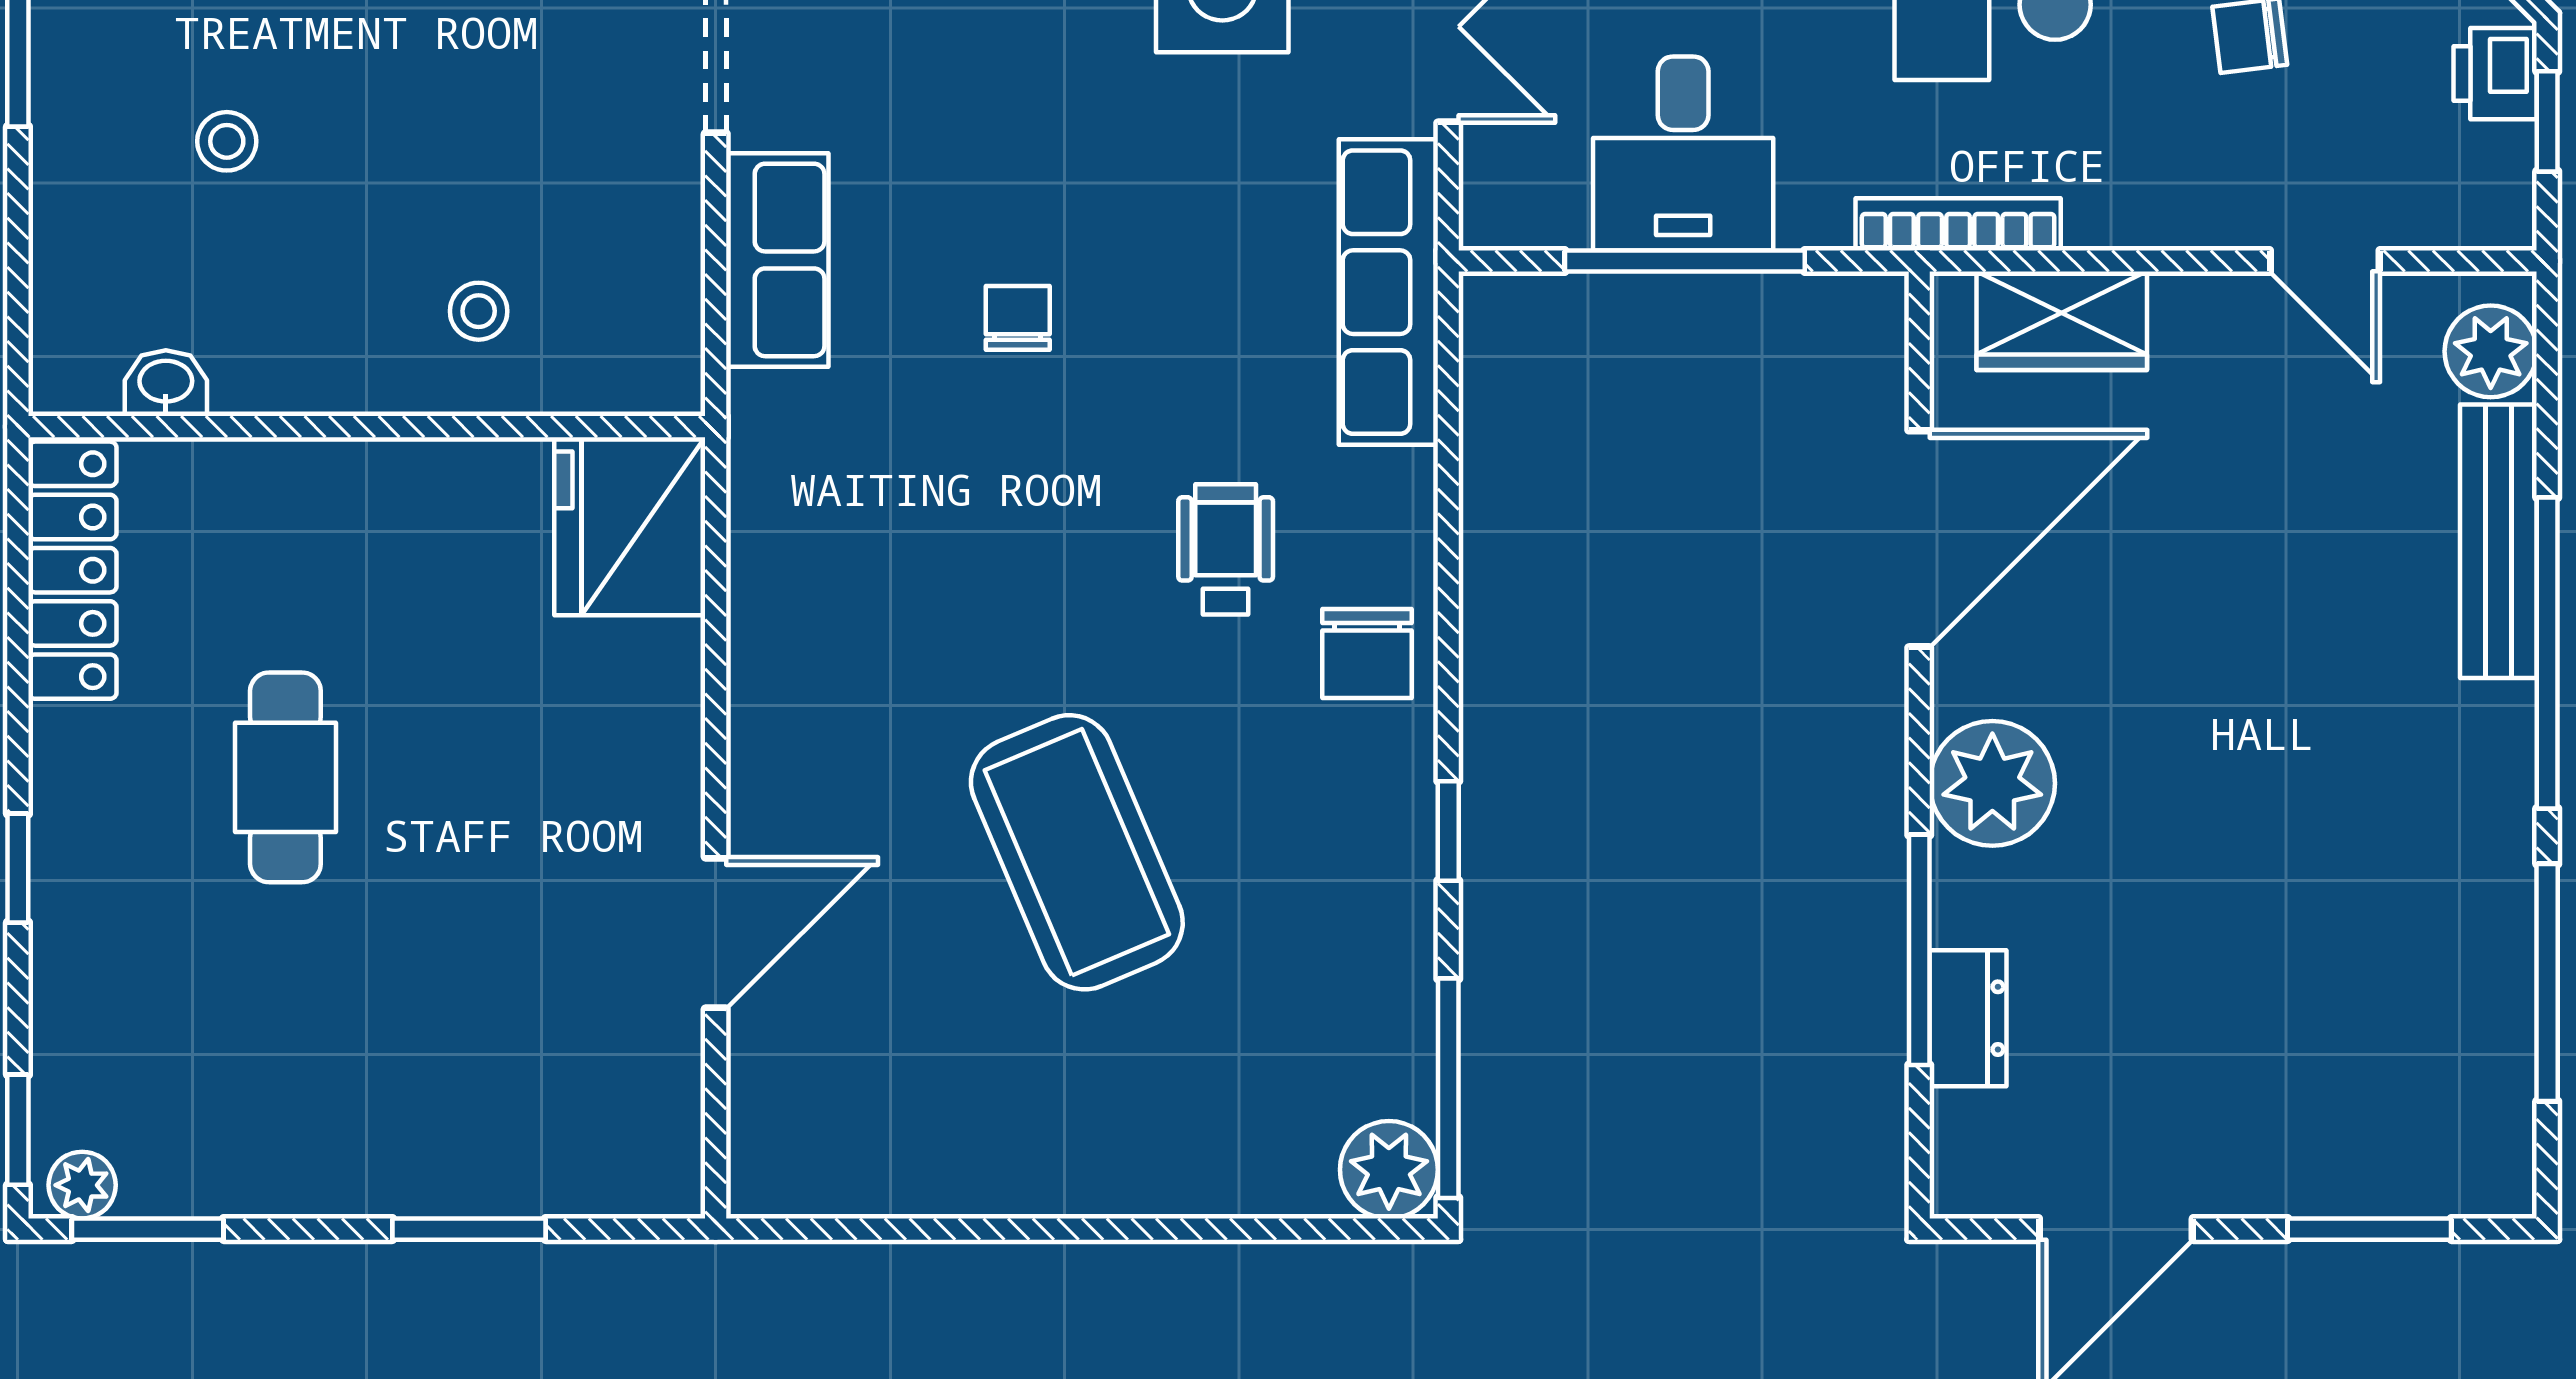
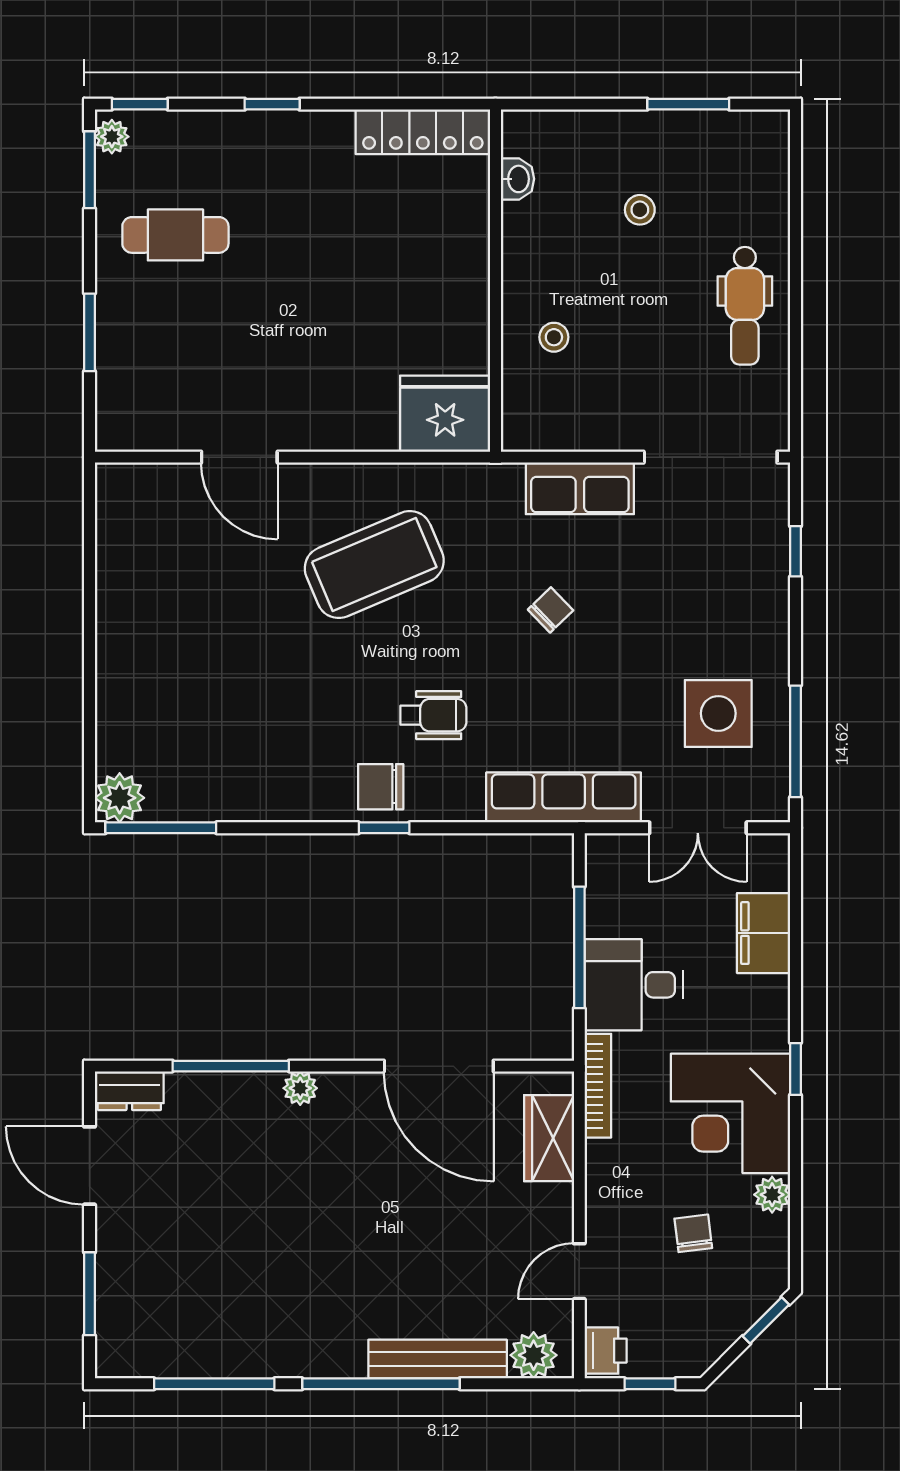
printer: (2495, 74) -> (606, 1351), moved, turned 90
desk: (1683, 153) -> (634, 985), moved
chair: (1018, 318) -> (551, 610), turned -44
cafe table: (285, 777) -> (175, 235), moved
plant: (1992, 783) -> (300, 1088), width x0.53, depth x0.53
window: (1448, 831) -> (384, 828), moved
coffee table: (1077, 852) -> (374, 565), moved
dresser: (1968, 1018) -> (129, 1091), moved

